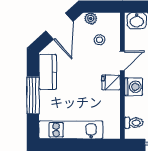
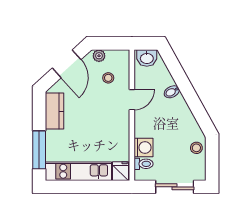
fridge: (111, 83) -> (121, 171), moved, turned 90
washing machine: (134, 87) -> (143, 147), moved
window: (33, 95) -> (39, 150), moved

